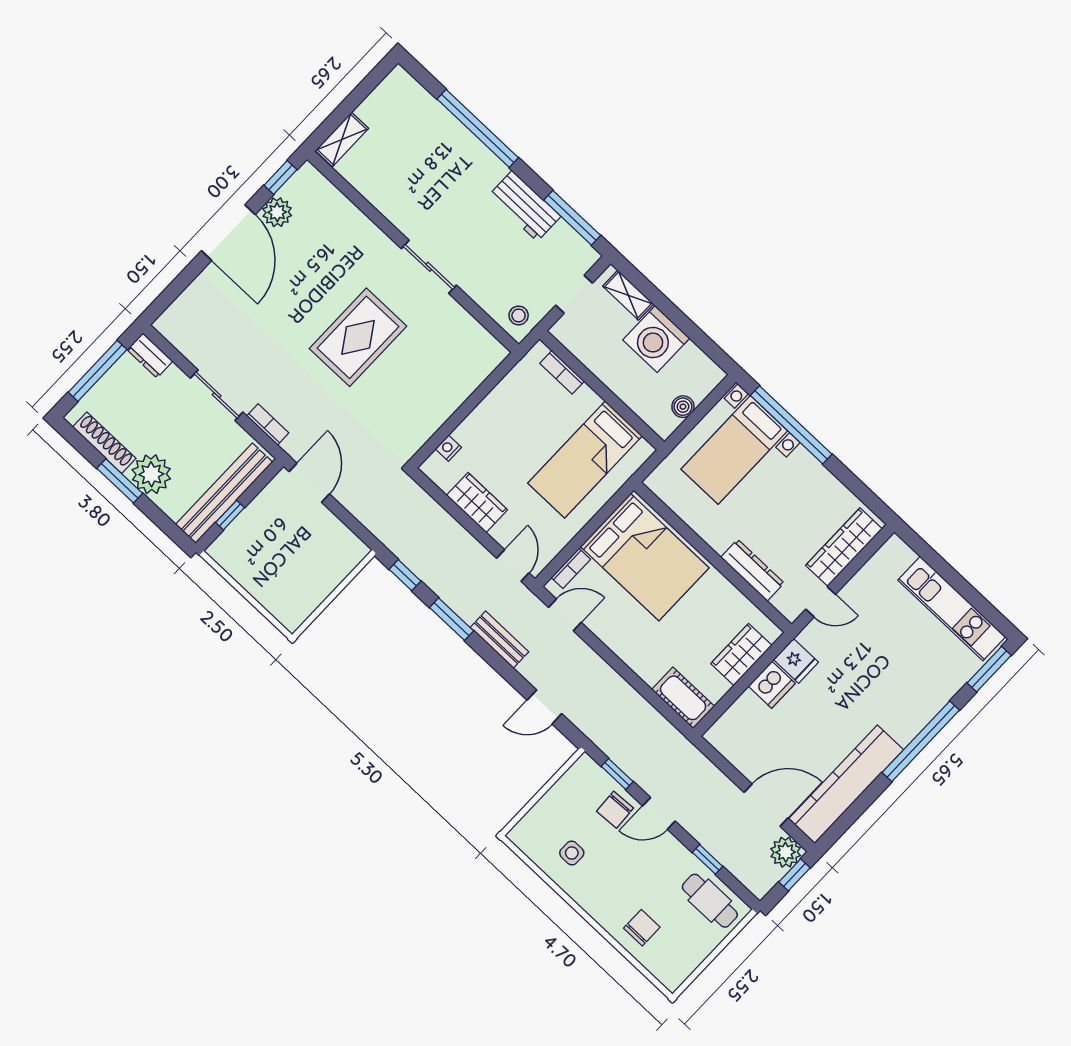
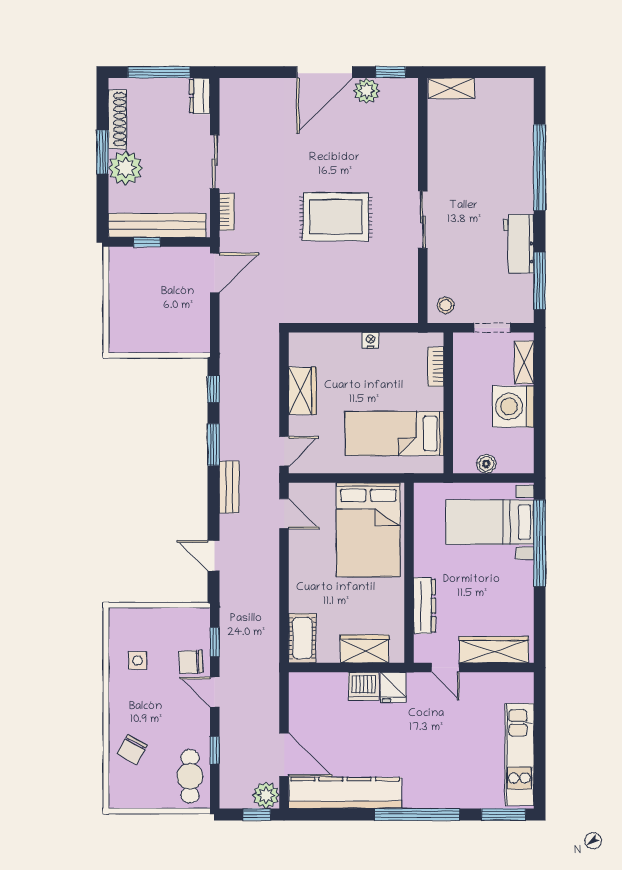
nightstand: (448, 448) -> (371, 340), moved
bookcase: (571, 568) -> (317, 490), removed
chair: (642, 928) -> (132, 749), turned 119

